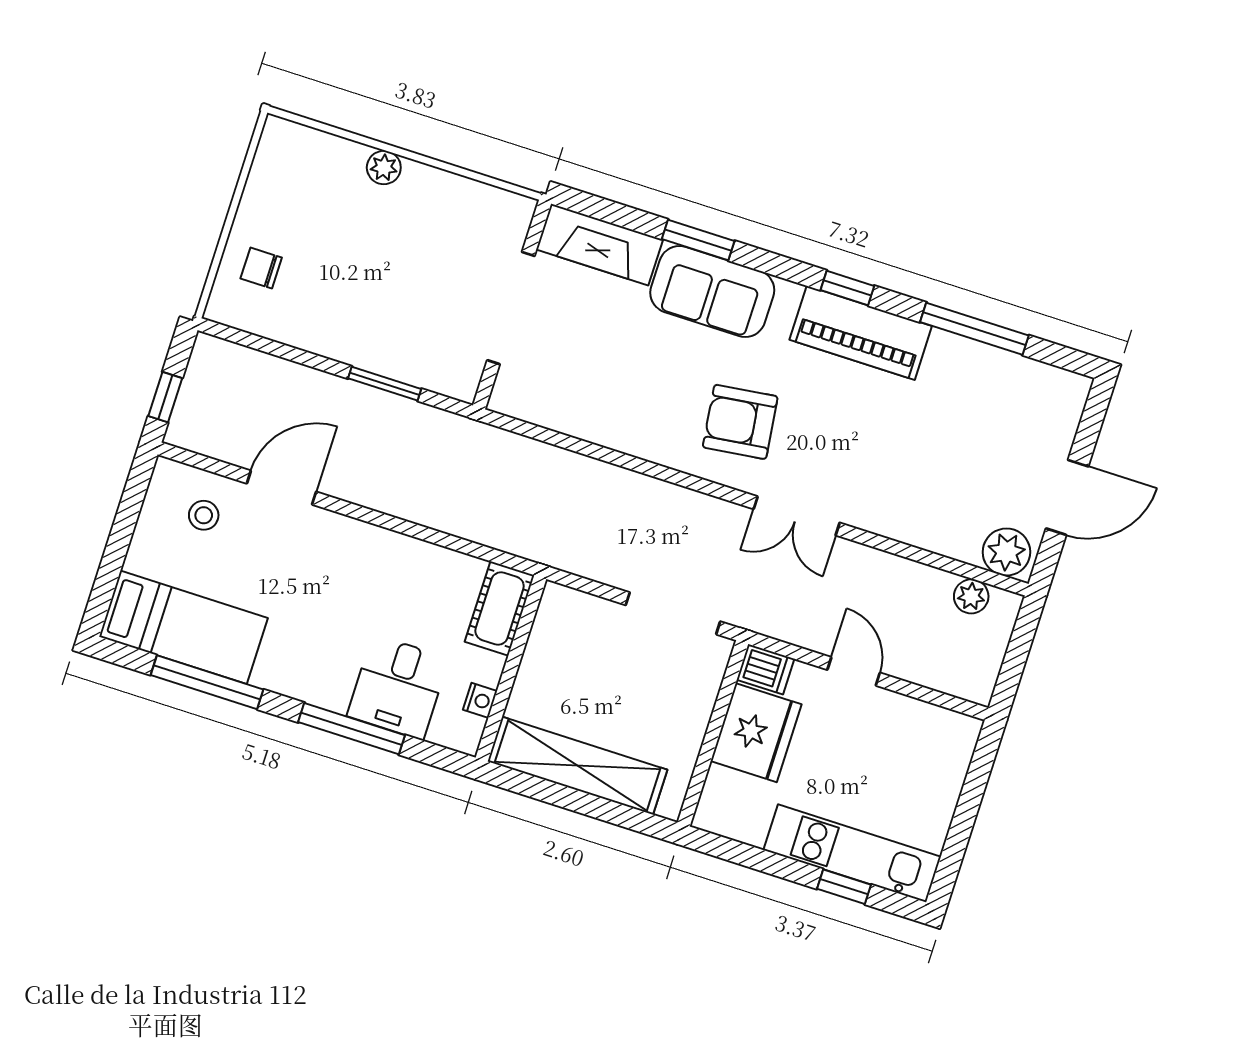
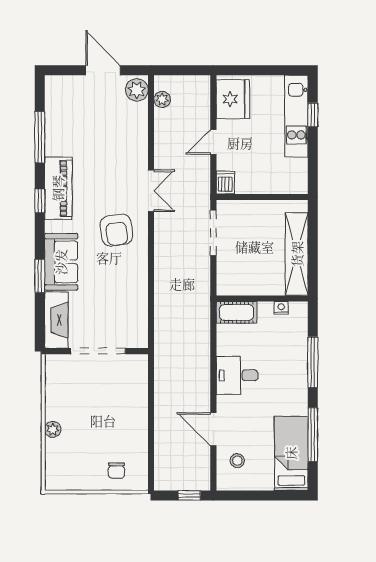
window: (385, 384) -> (151, 397), removed
desk: (398, 687) -> (237, 375), moved, turned 180
fridge: (756, 733) -> (233, 99), moved, turned 90

